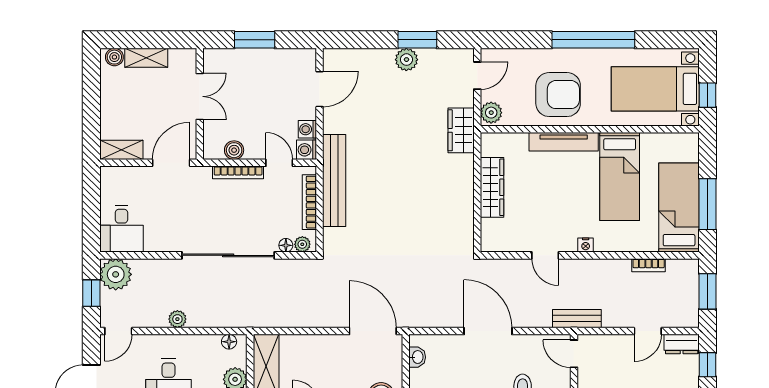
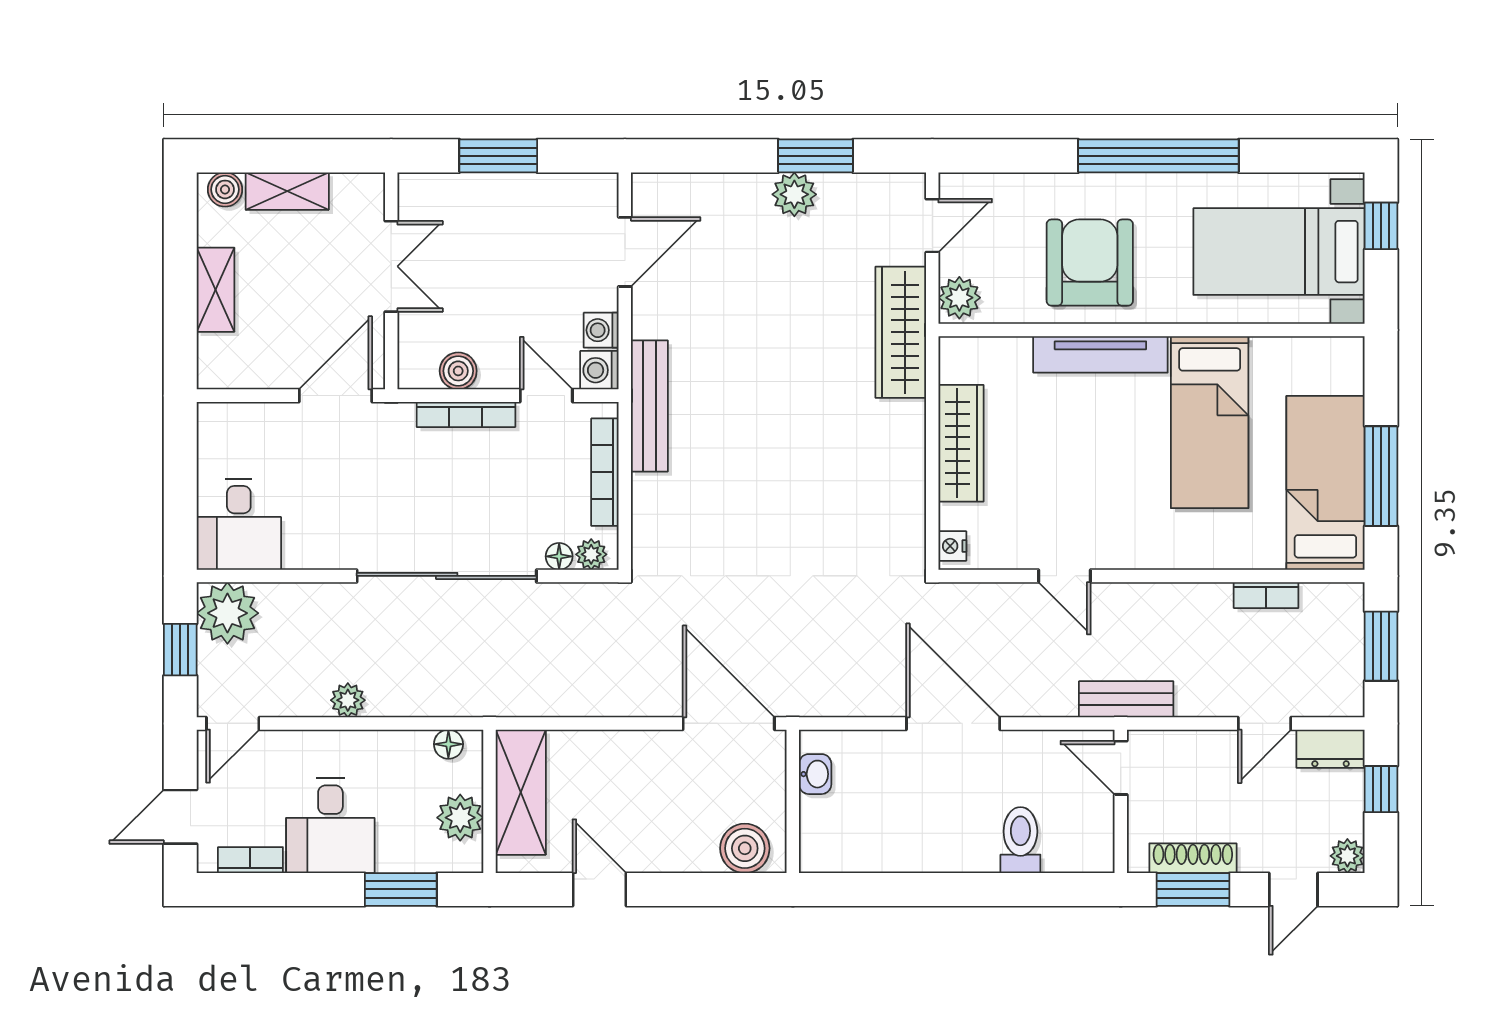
armchair: (558, 95) -> (1090, 263), turned -90
window: (708, 95) -> (1381, 226), moved
wardrobe: (461, 130) -> (901, 332), width x1.50
shelving: (121, 150) -> (215, 290), moved, turned 90
bench: (334, 180) -> (649, 406), width x0.73, depth x0.82
nightstand: (586, 245) -> (952, 546), moved, turned 90

